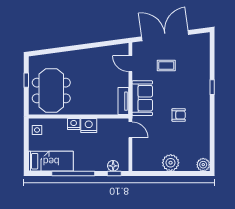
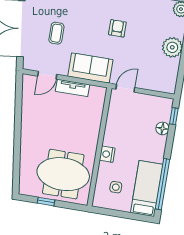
tv unit: (123, 101) -> (73, 88), moved
nightstand: (89, 125) -> (112, 137), removed
side table: (37, 130) -> (116, 187), moved
floor lamp: (113, 166) -> (162, 128), moved
window: (73, 174) -> (163, 184), moved

